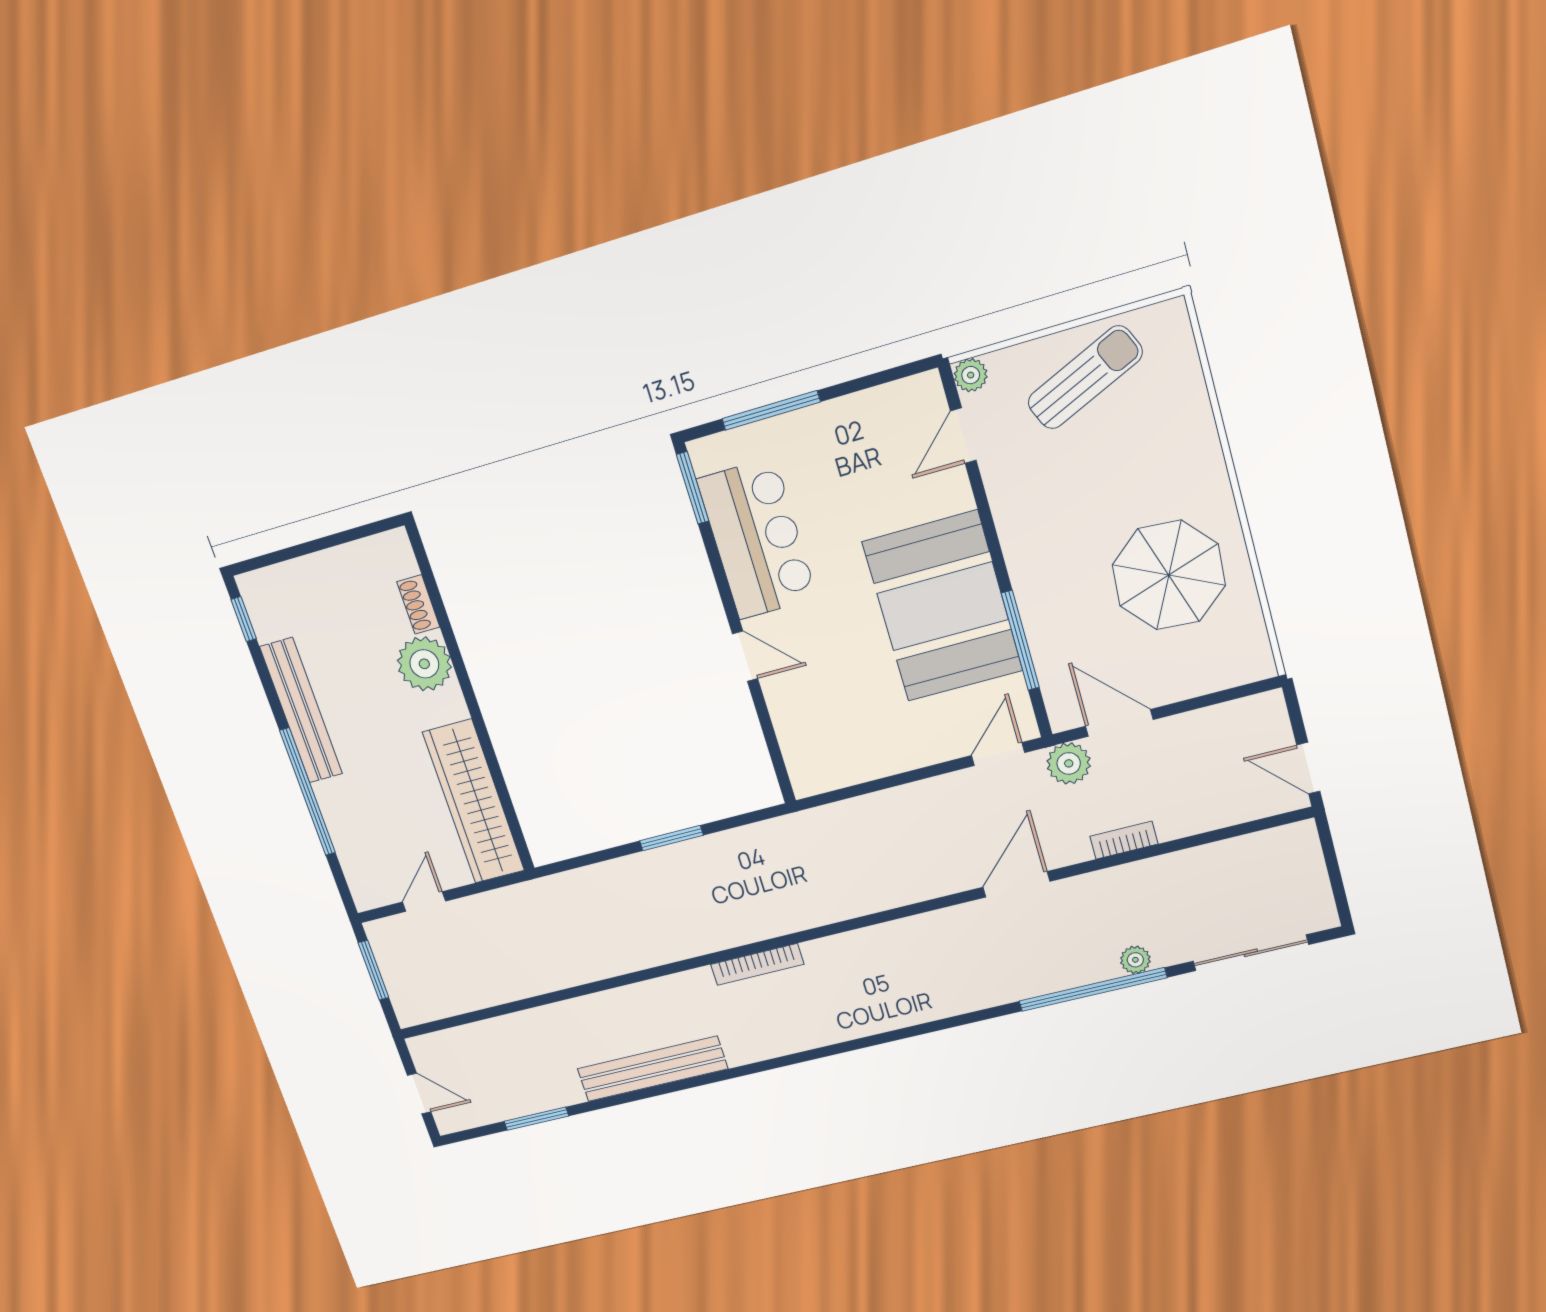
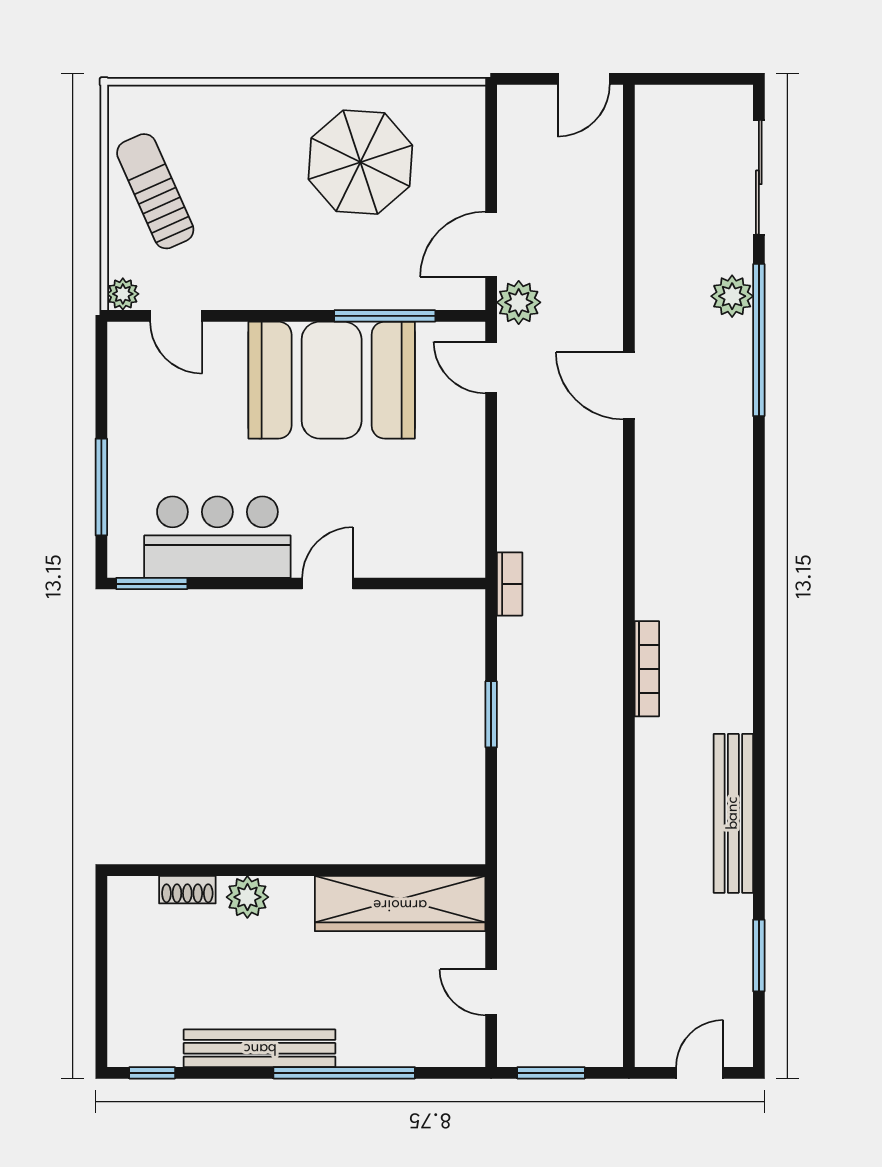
plant: (424, 664) -> (247, 897), width x0.73, depth x0.73
bookcase: (1124, 840) -> (510, 584), moved, turned 180
plant: (1135, 960) -> (732, 296), width x1.38, depth x1.38

